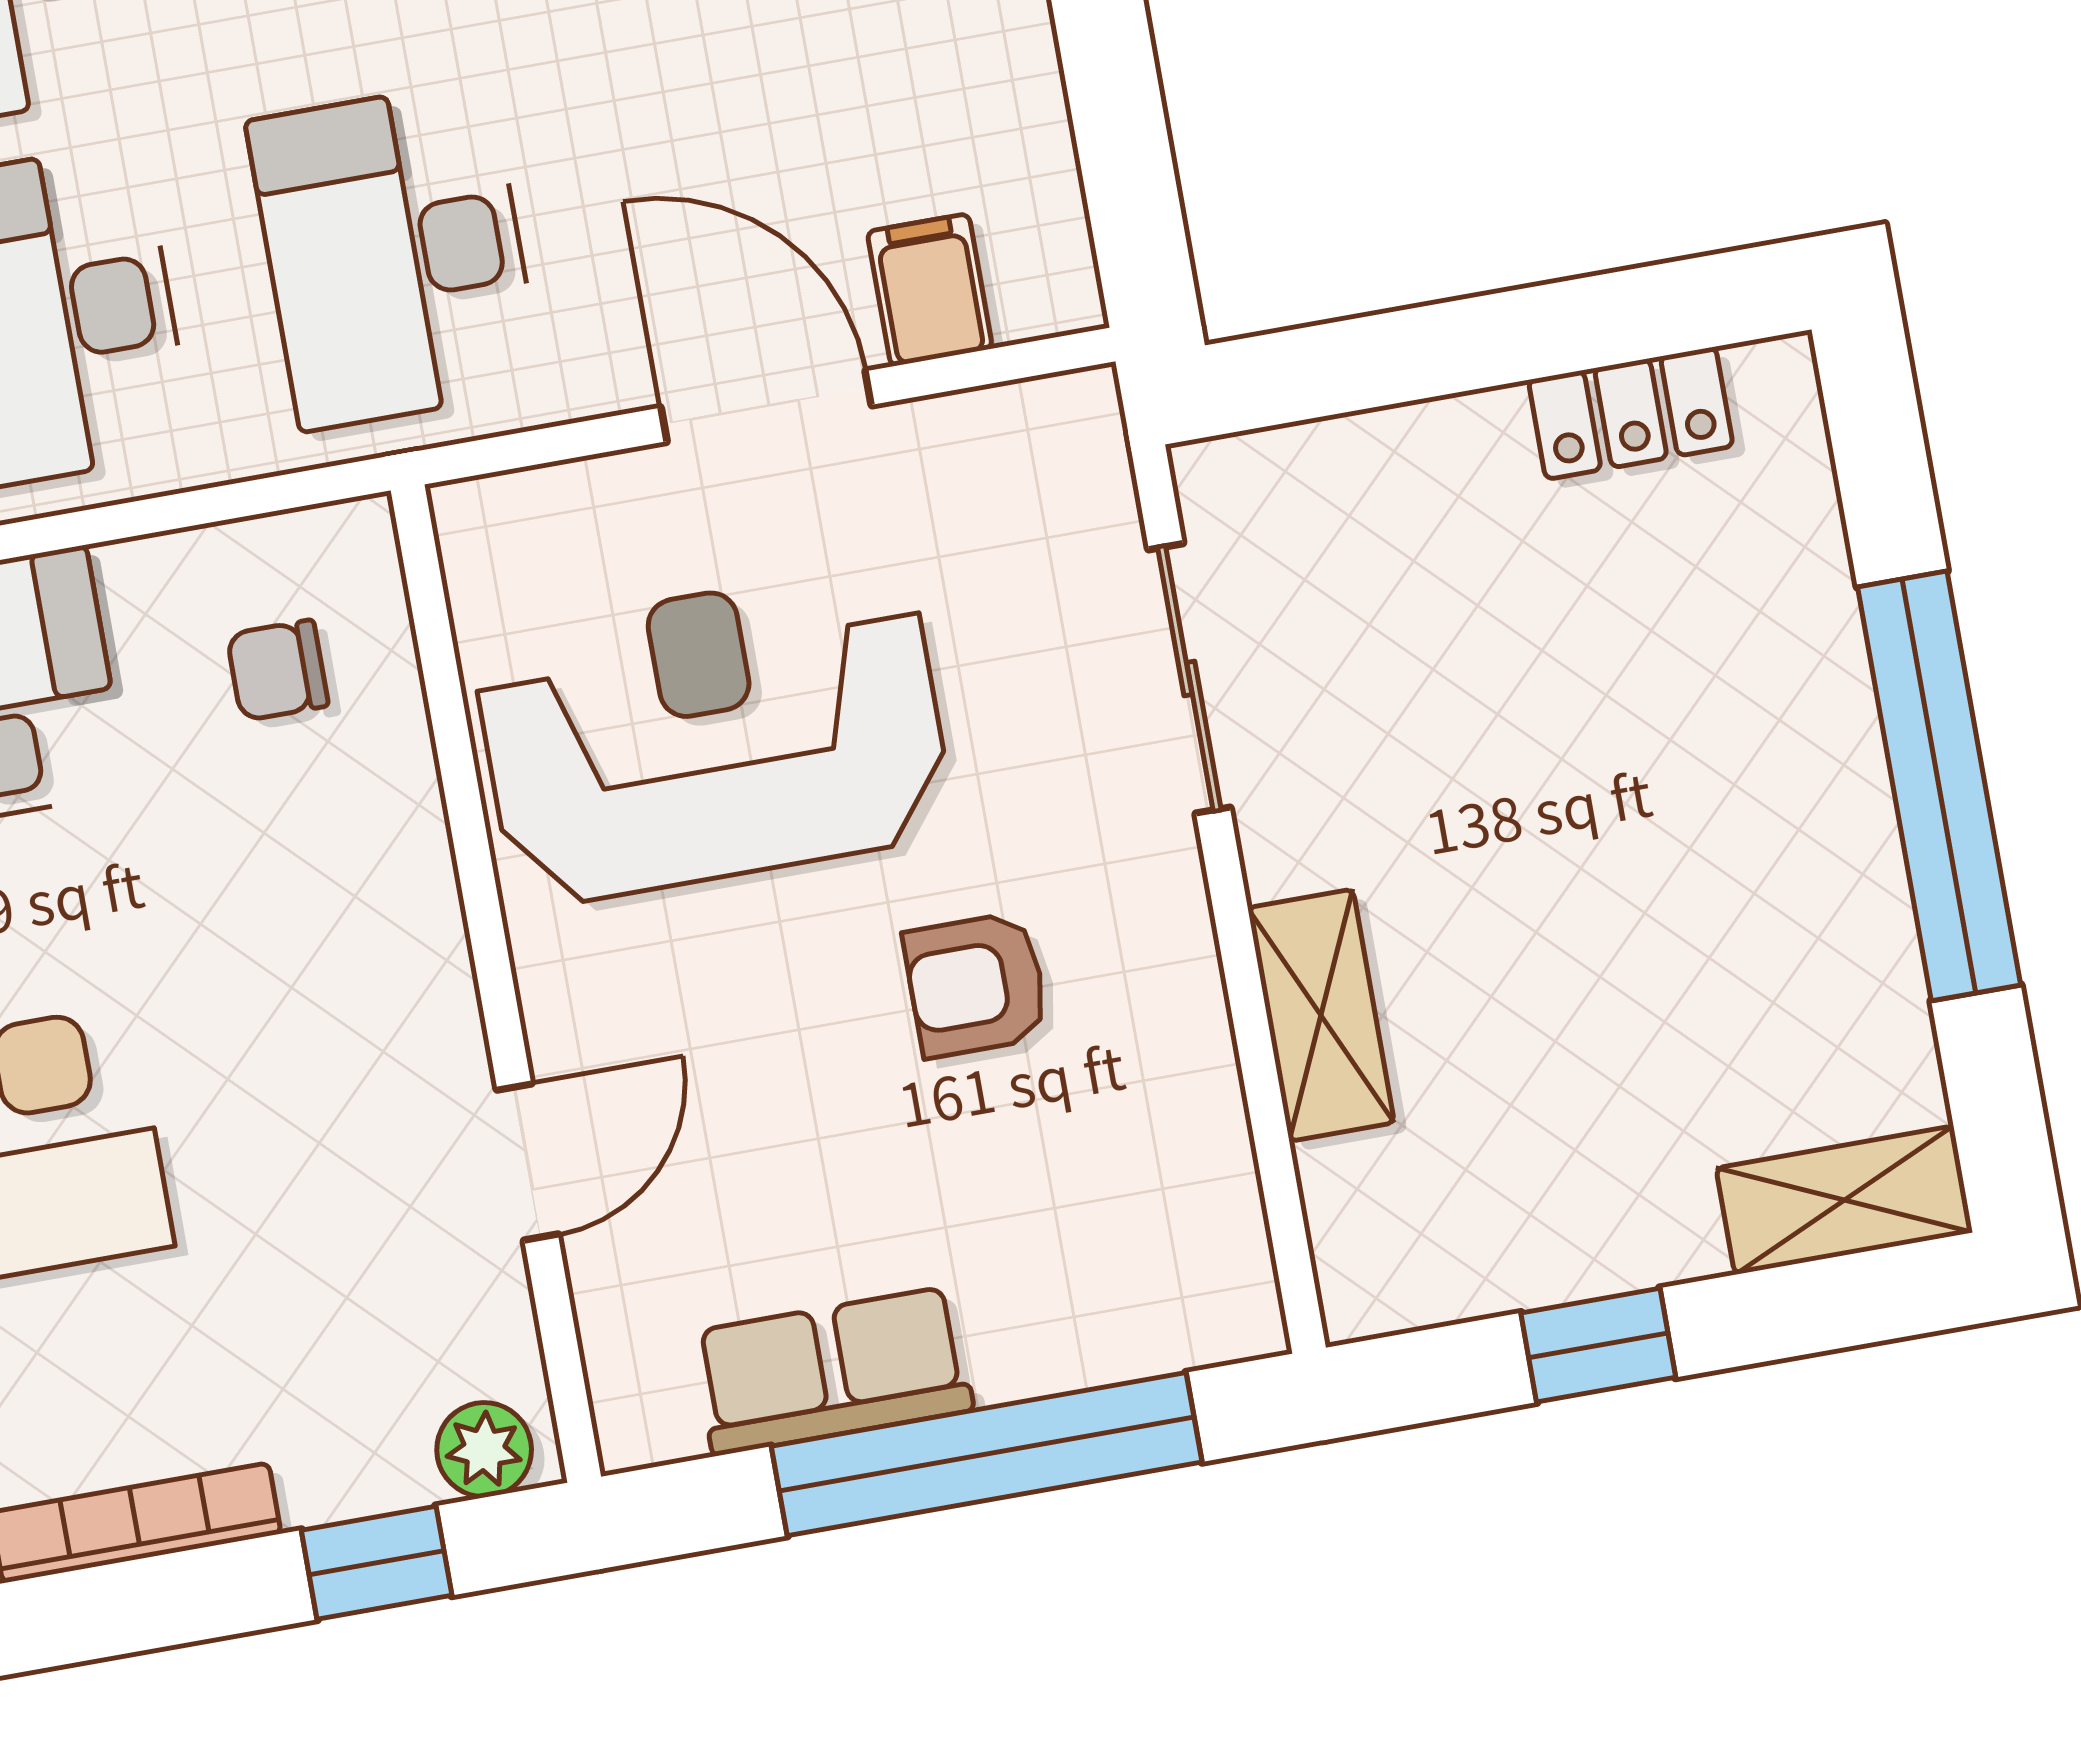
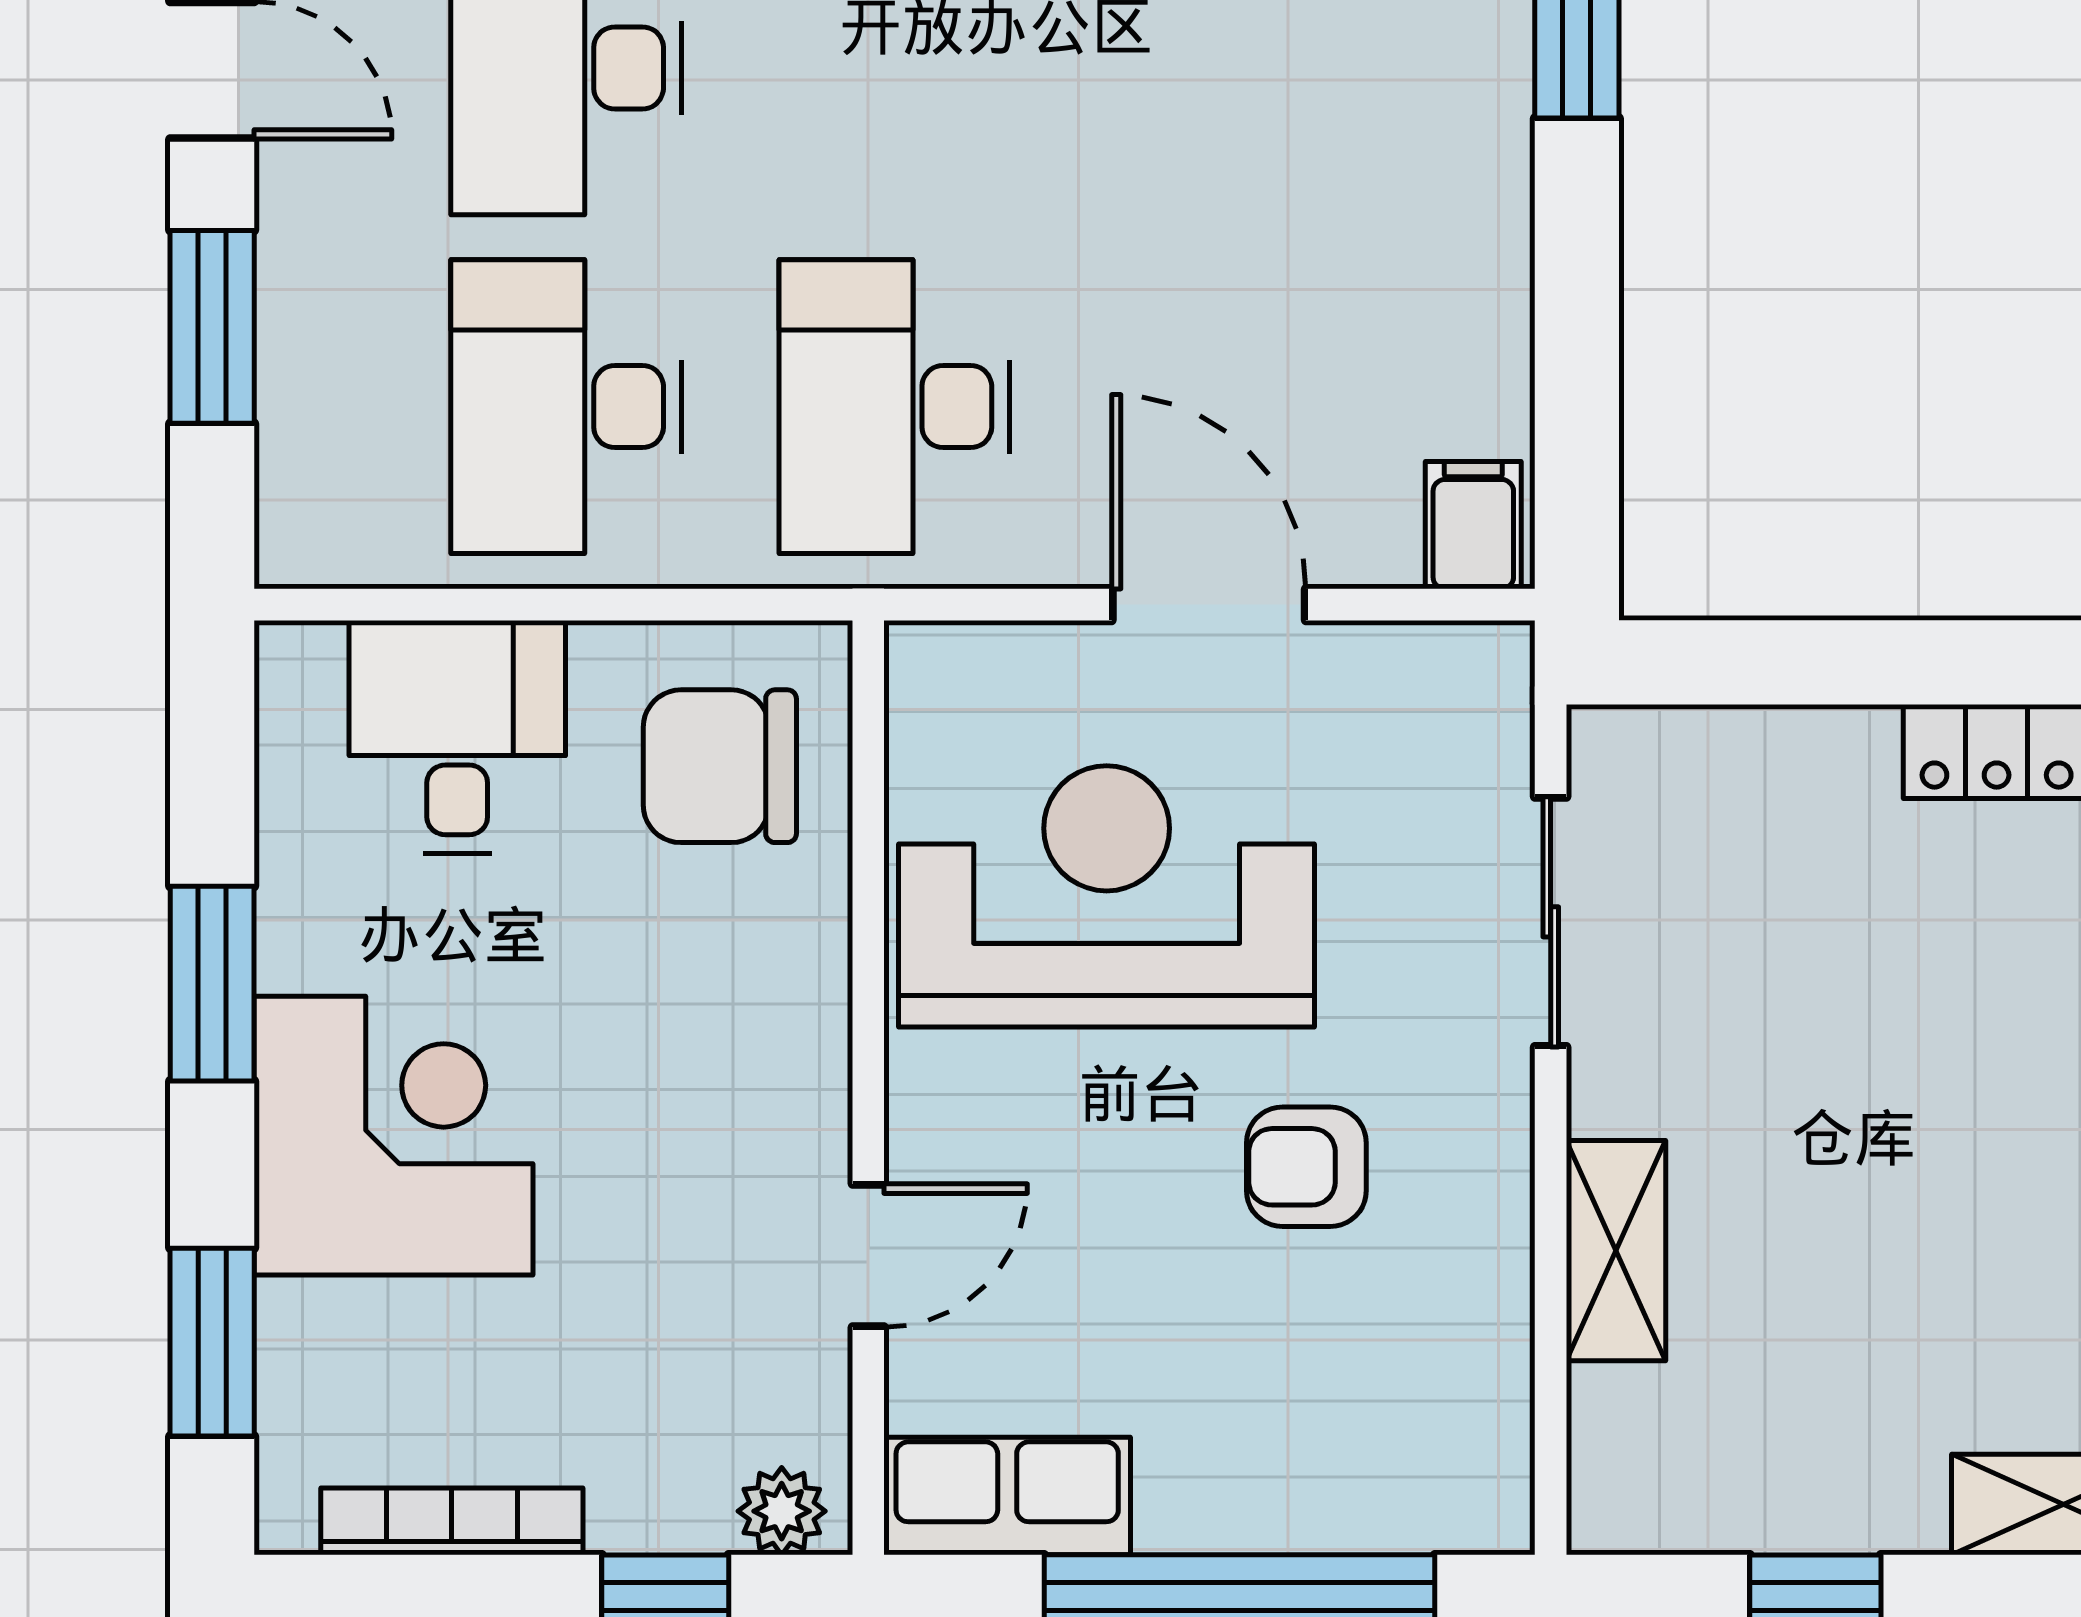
filing cabinet: (930, 290) -> (1473, 525), moved
chair: (278, 670) -> (720, 766), width x1.87, depth x1.87
row of seats: (833, 1371) -> (1007, 1496), moved

